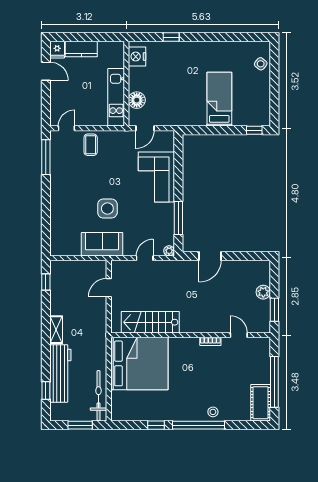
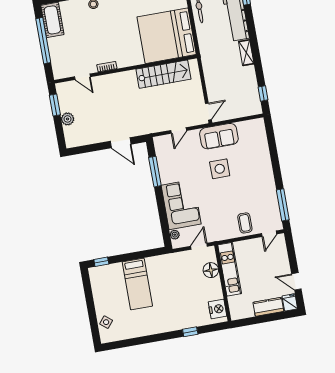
plant: (169, 251) -> (175, 235), moved
door: (210, 256) -> (121, 143), swing flipped
door: (109, 288) -> (208, 112), moved

